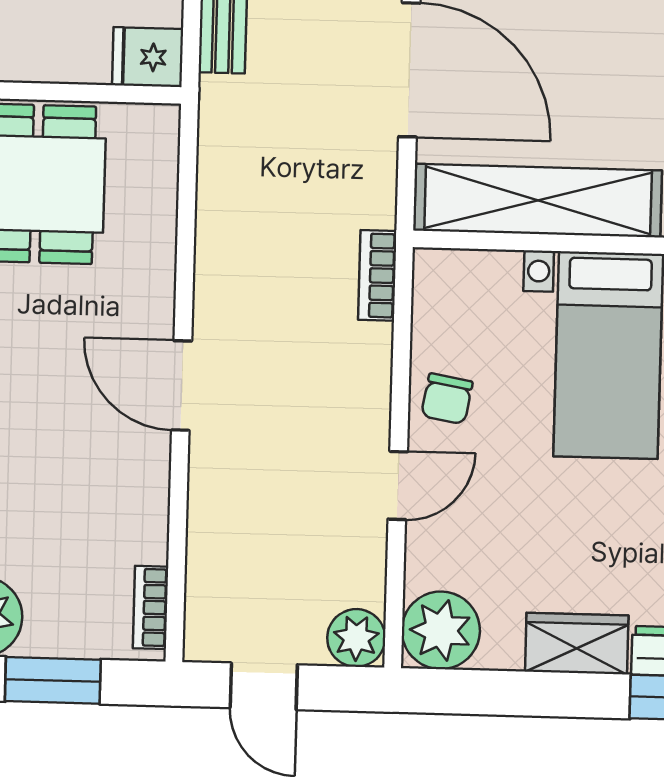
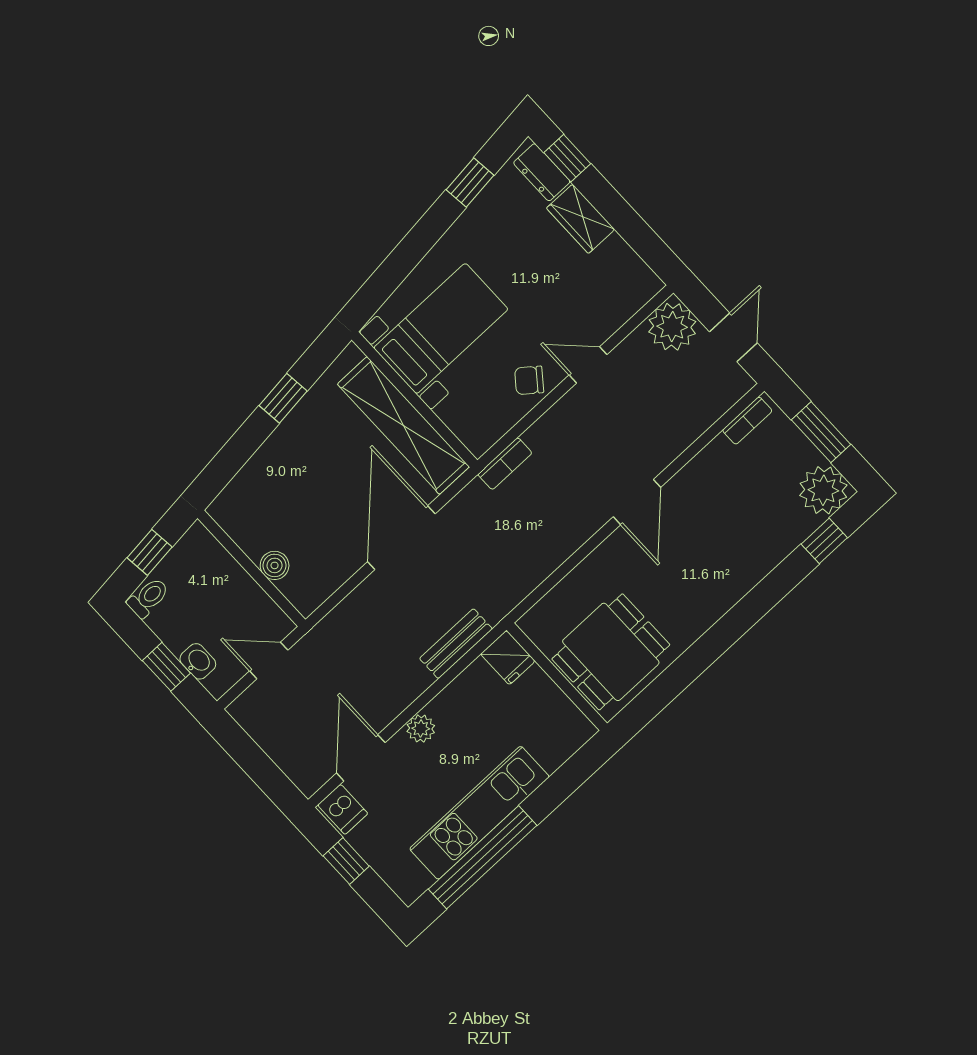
chair: (447, 399) -> (529, 380), turned -152
plant: (441, 630) -> (633, 284), removed
plant: (356, 638) -> (672, 327), width x1.36, depth x1.36

